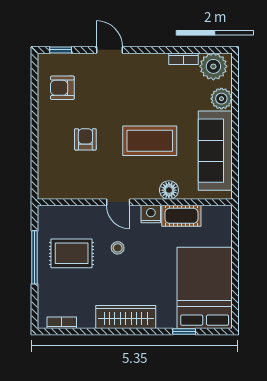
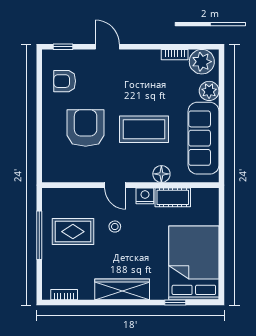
armchair: (85, 139) -> (86, 128), width x1.88, depth x1.88

